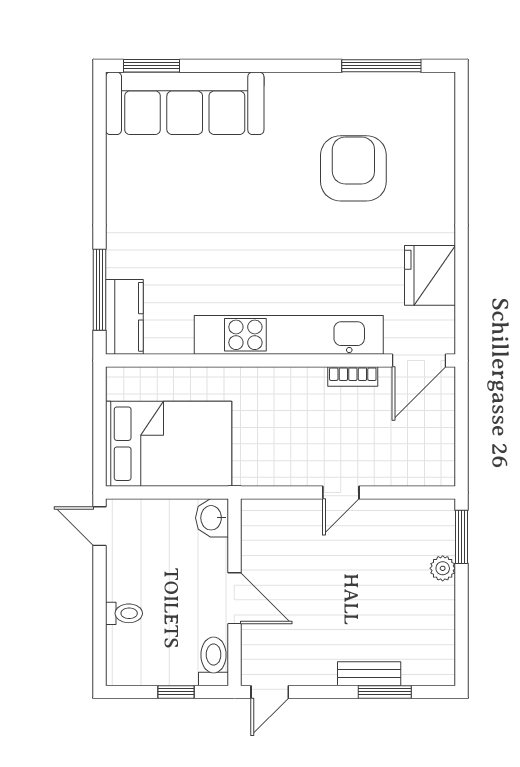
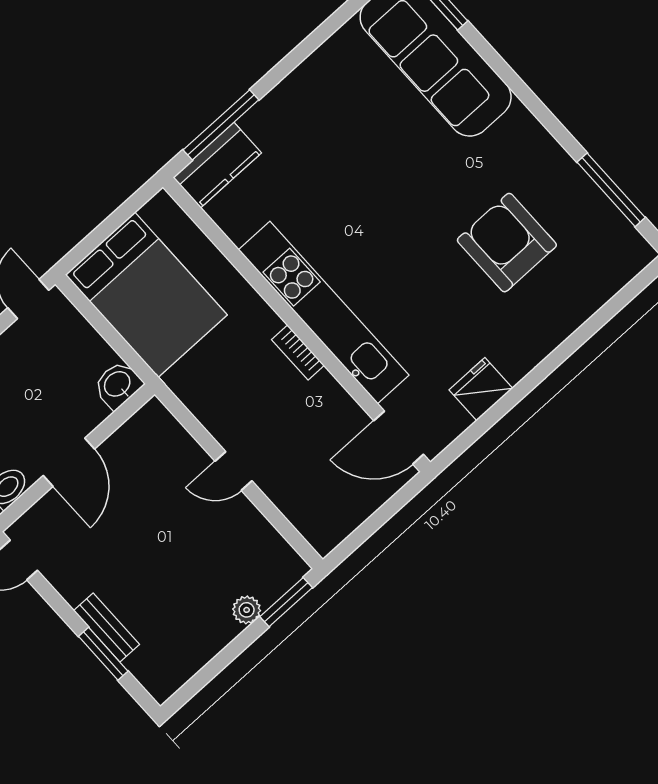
armchair: (353, 168) -> (507, 243), turned -90
fridge: (430, 275) -> (481, 389), width x0.73, depth x0.75
bookcase: (353, 377) -> (298, 352), moved

